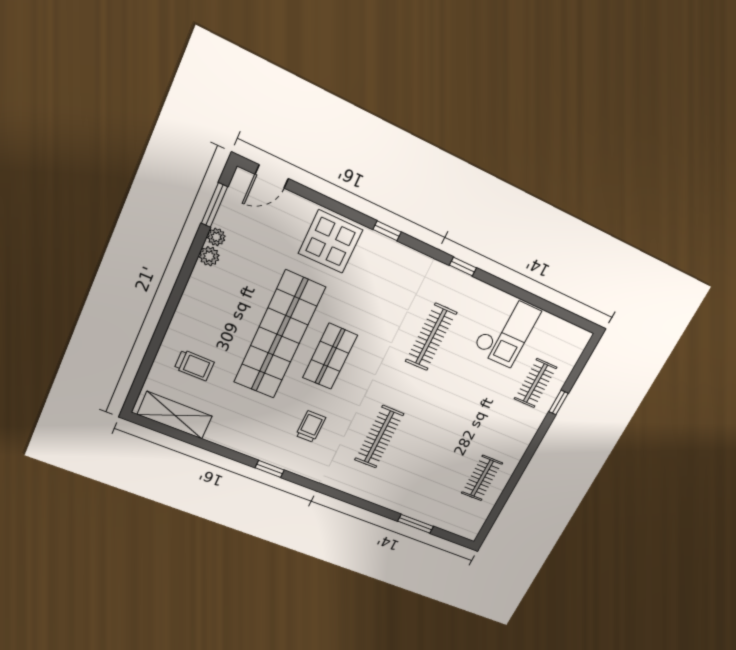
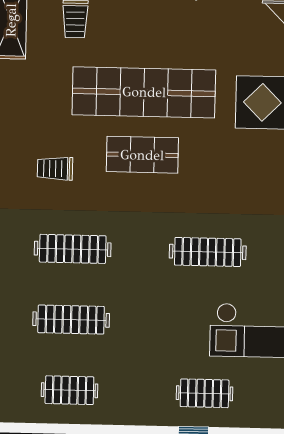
trolley: (311, 427) -> (55, 169), turned 180
clothes rail: (431, 458) -> (71, 320), added

